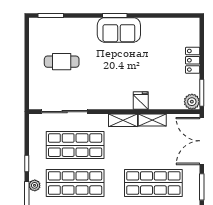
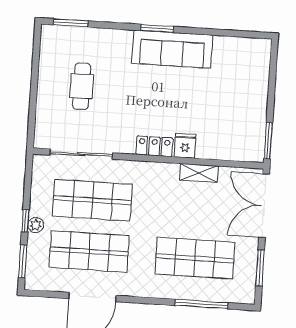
sofa: (119, 30) -> (172, 49), width x1.36
locker: (193, 60) -> (154, 146), moved, turned 90
cafe table: (62, 62) -> (82, 86), turned 90
plant: (192, 102) -> (254, 152), removed
shelving: (123, 120) -> (159, 171), removed
plant: (35, 185) -> (36, 225), moved

